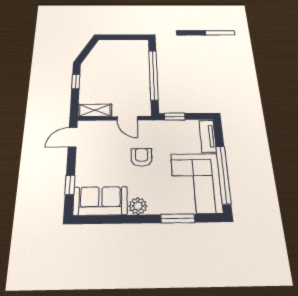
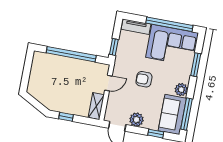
plant: (85, 158) -> (136, 120), added
window: (104, 220) -> (187, 114), added

